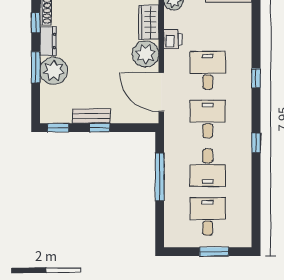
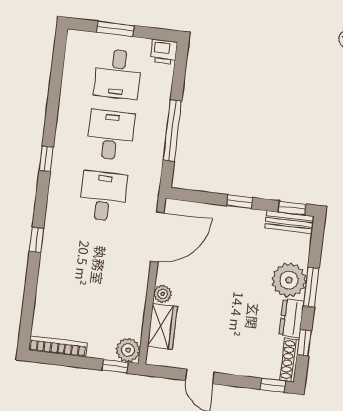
printer: (173, 39) -> (164, 52), moved, turned -90
plant: (146, 54) -> (163, 294), width x0.53, depth x0.53
desk: (208, 70) -> (96, 257), removed
door: (161, 92) -> (157, 237), hinge flipped
bench: (91, 116) -> (289, 222), moved
desk: (208, 119) -> (103, 196), turned 180

